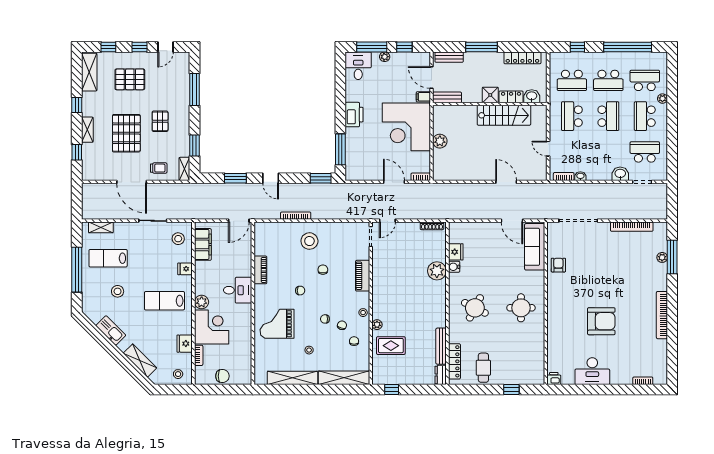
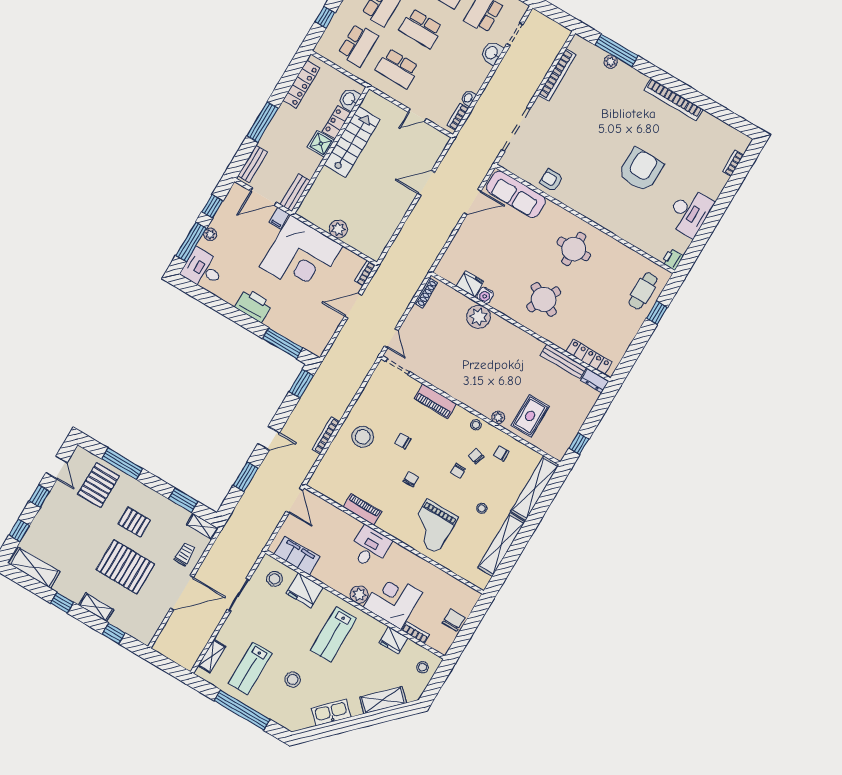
pallet: (130, 79) -> (99, 485), moved
school desk: (608, 116) -> (421, 28), turned 180
fridge: (185, 269) -> (305, 590), width x1.88, depth x1.34
cafe table: (483, 368) -> (643, 291), moved, turned 90

